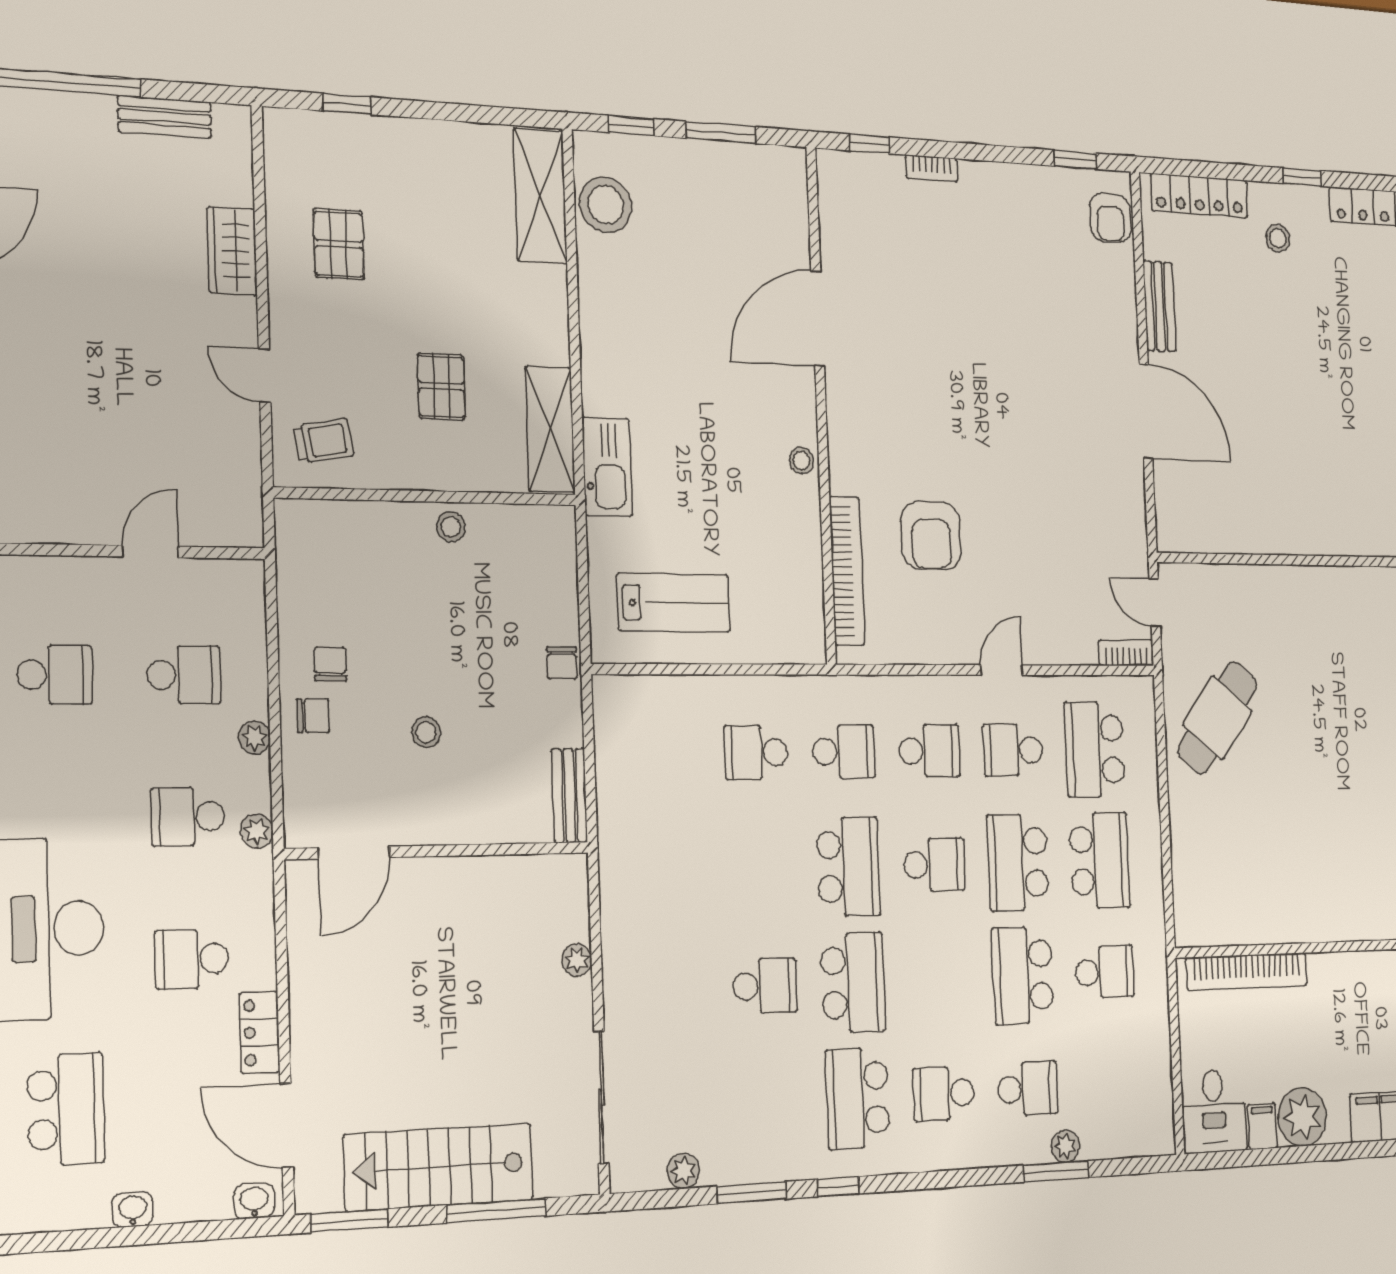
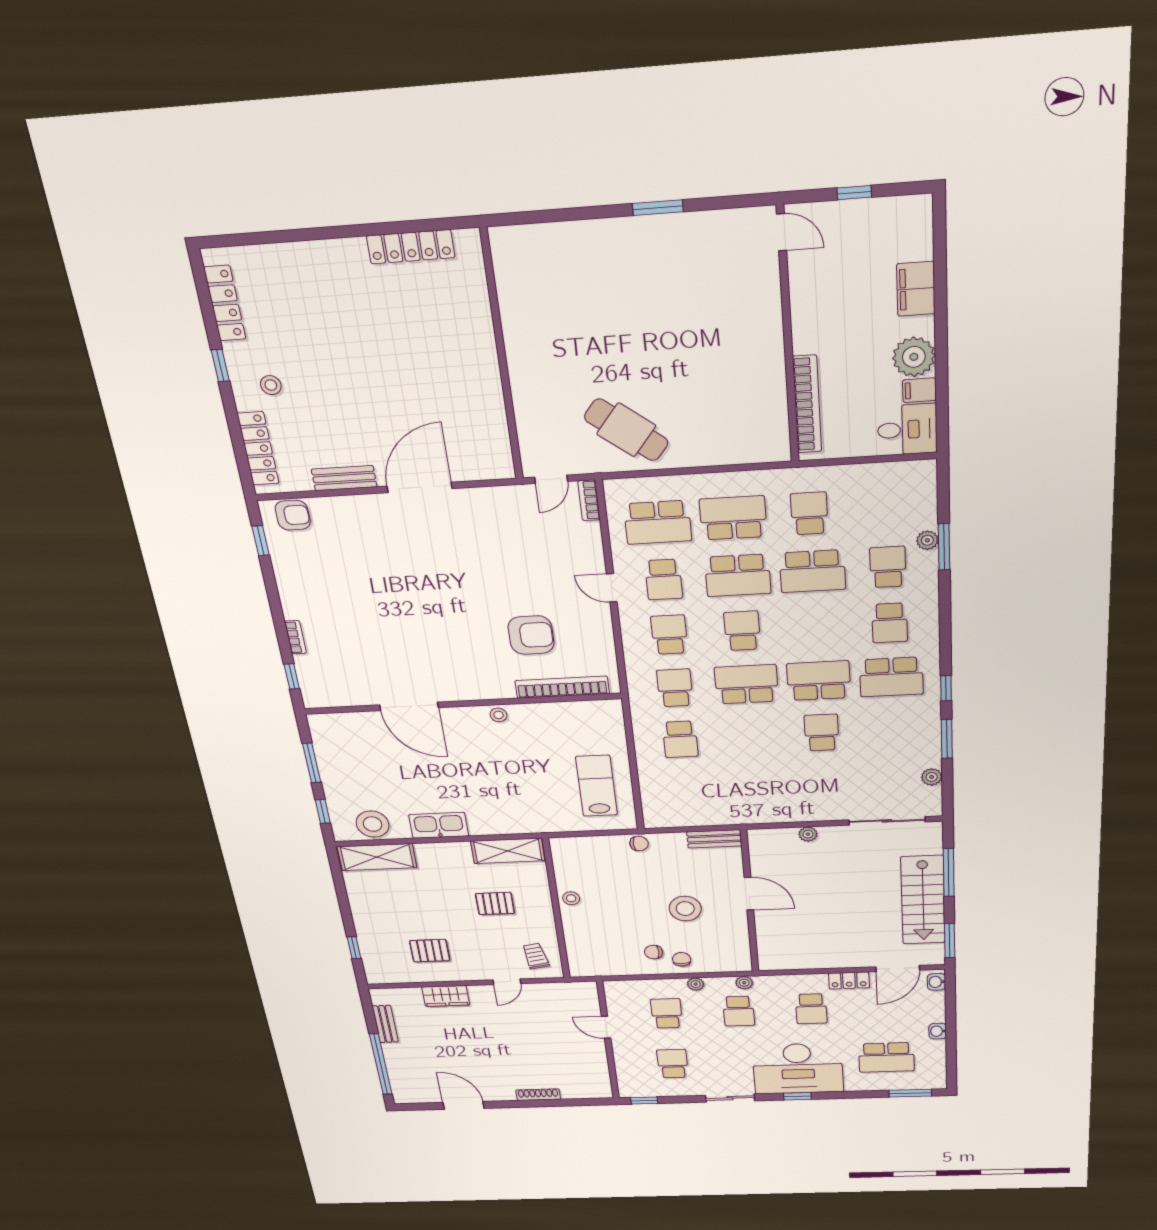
kitchen sink: (607, 467) -> (439, 825), moved
stool: (426, 732) -> (685, 909), width x1.89, depth x1.89
door: (354, 853) -> (749, 894), moved
school desk: (66, 1109) -> (886, 1057), turned 180

